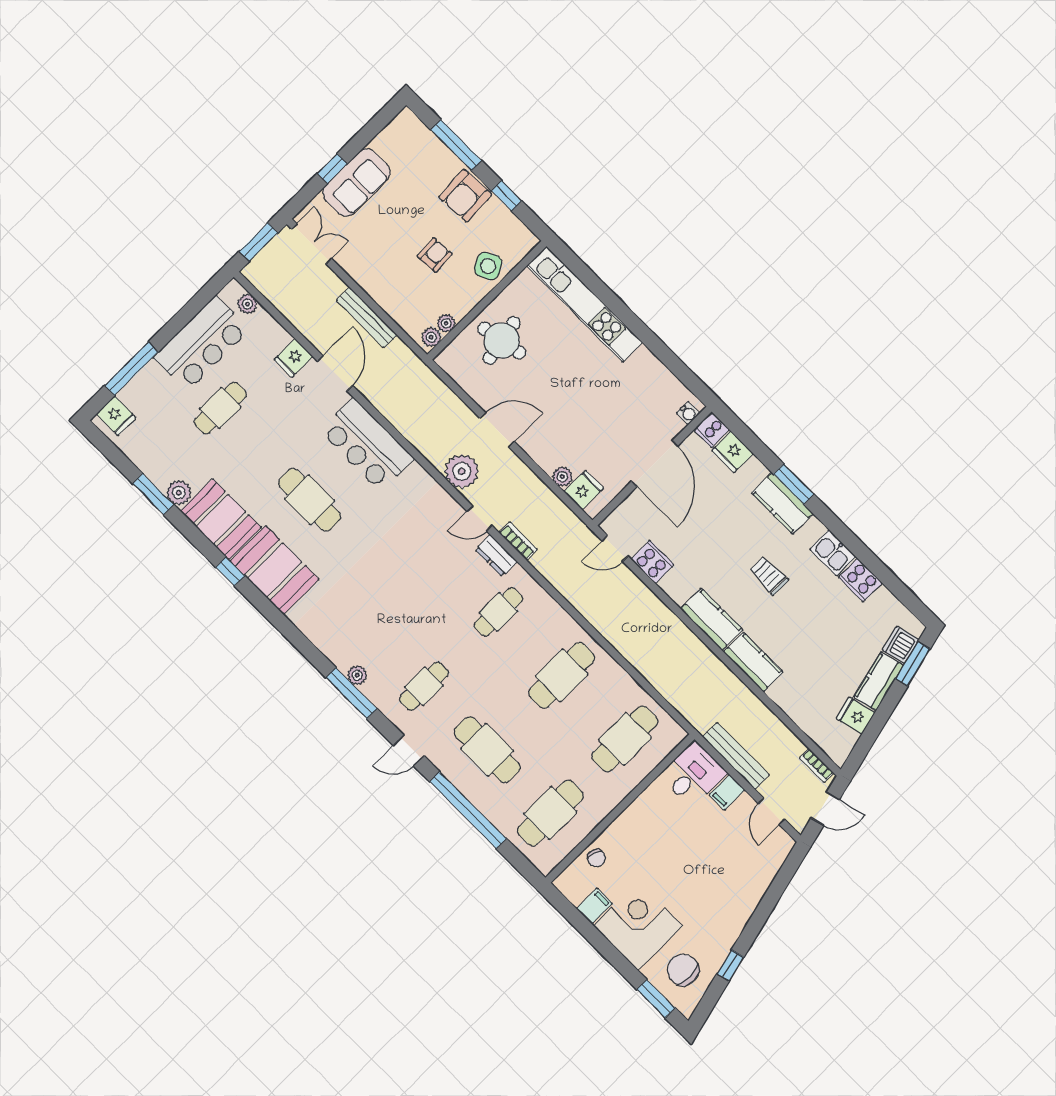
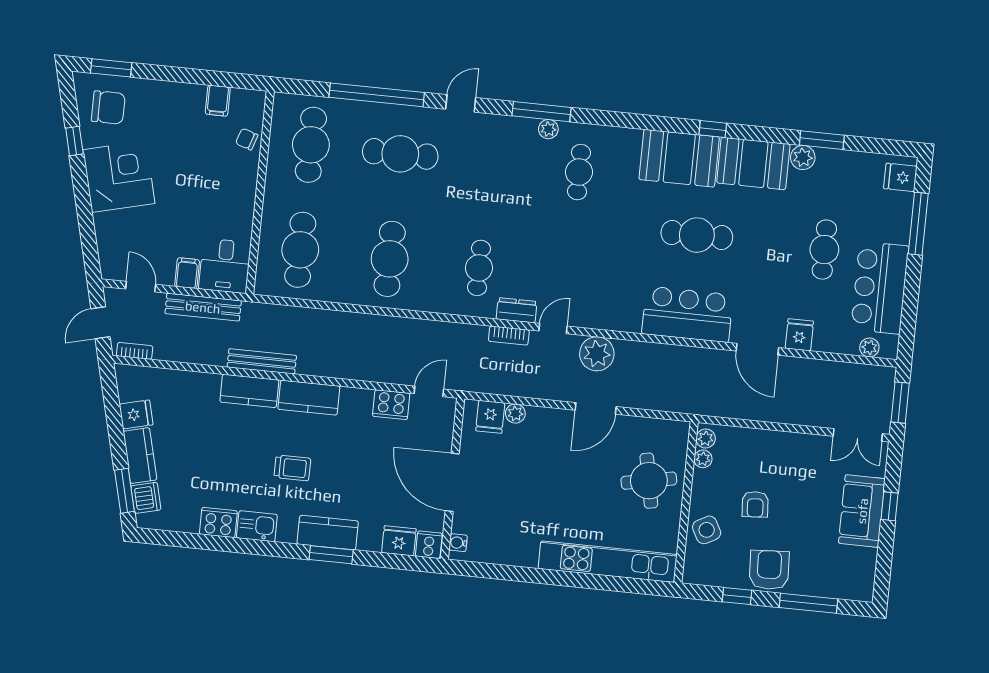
bench: (367, 317) -> (262, 361), moved
cafe table: (424, 686) -> (579, 172), moved
corner desk: (638, 926) -> (119, 177), moved, turned -104

